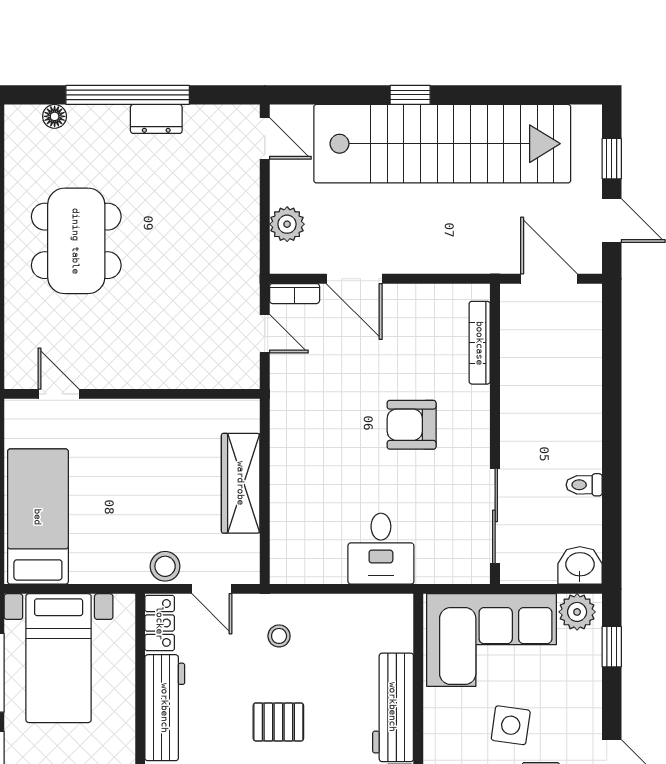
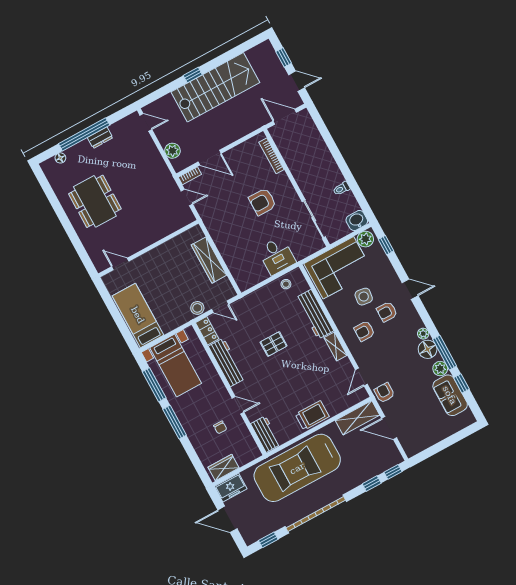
stairs: (442, 144) -> (215, 87), width x0.73
stool: (279, 636) -> (286, 284), moved

